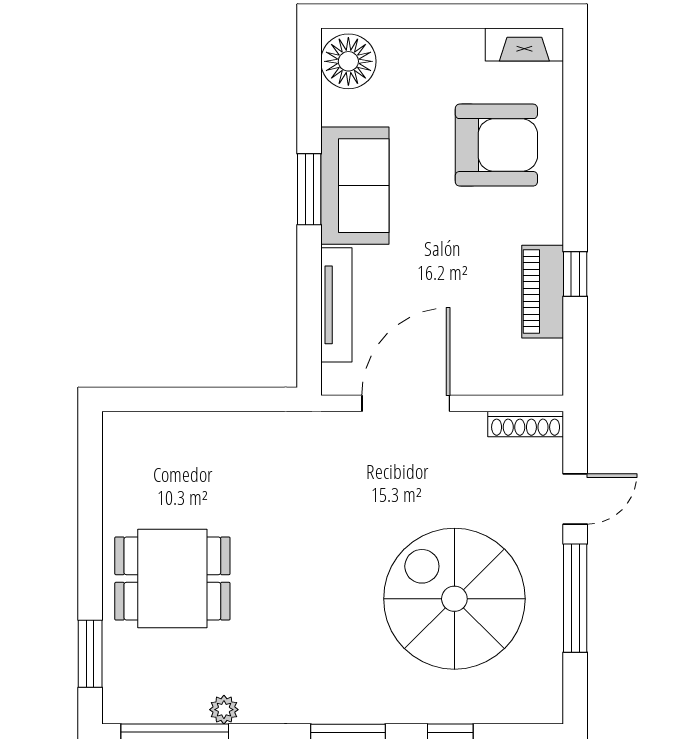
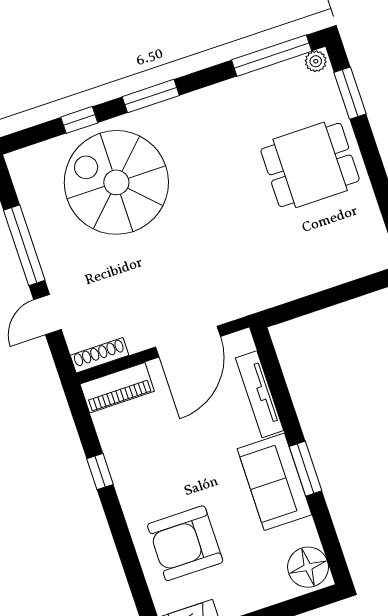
piano: (543, 292) -> (117, 388), moved, turned 90
spiral stairs: (454, 599) -> (116, 182), moved, turned 180
plant: (224, 710) -> (316, 61), moved

